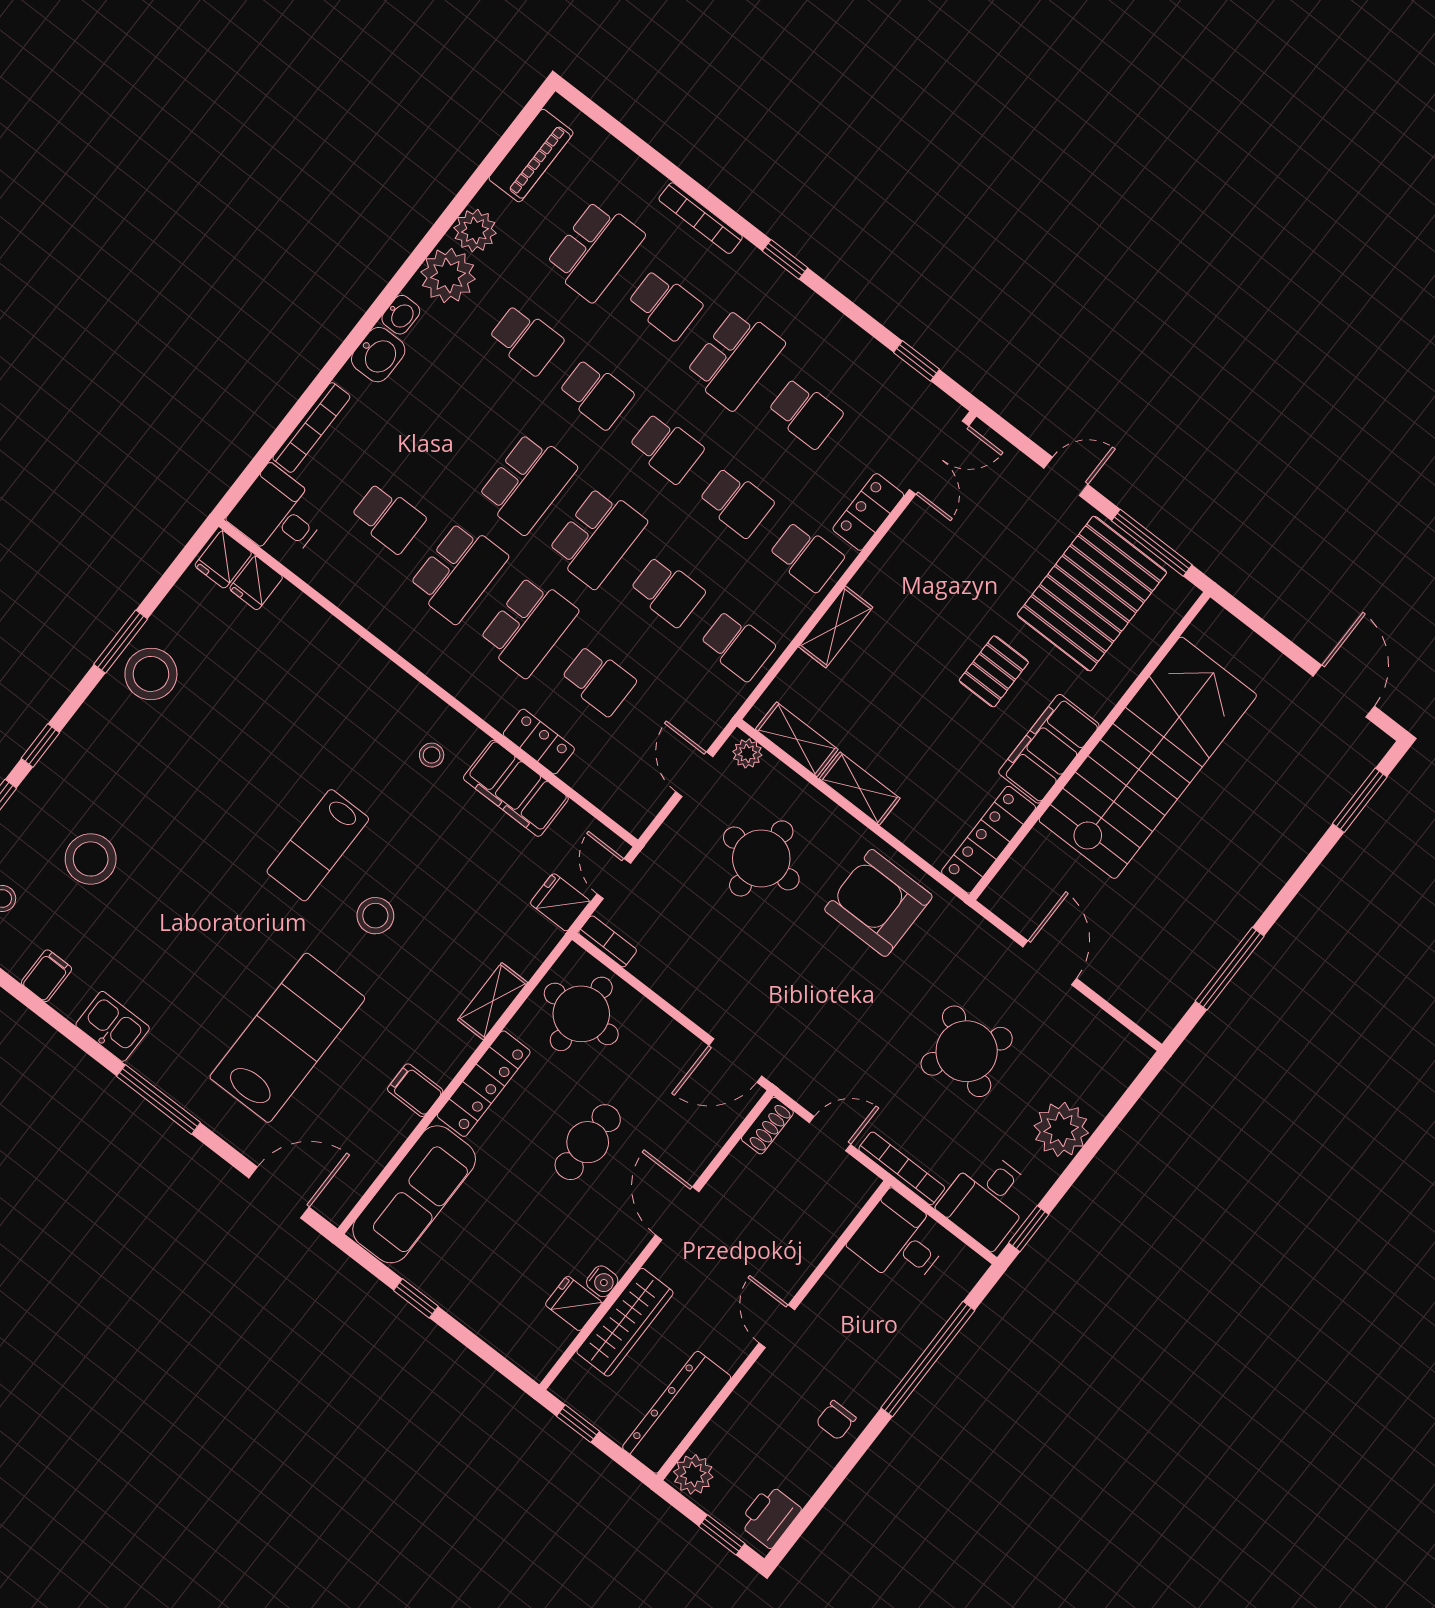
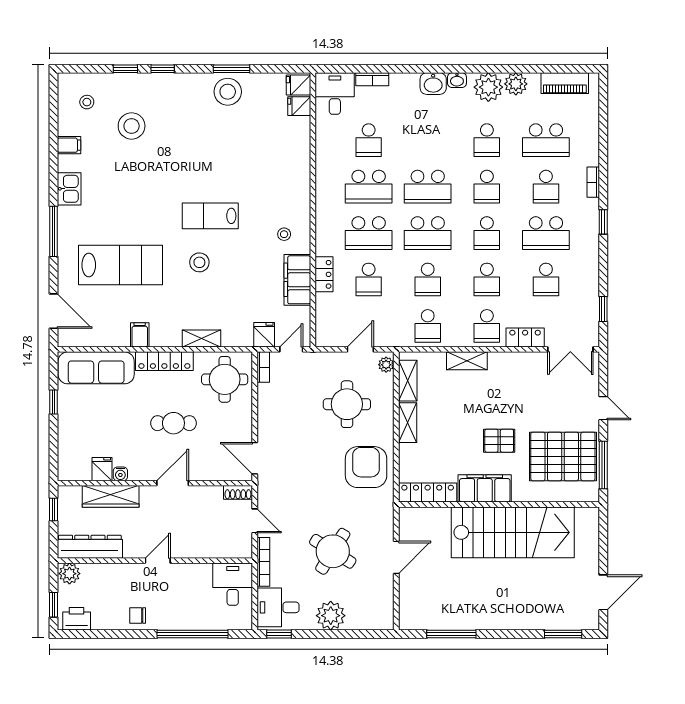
bookcase: (701, 218) -> (593, 182), width x0.64
bookcase: (311, 427) -> (372, 79), width x0.64

